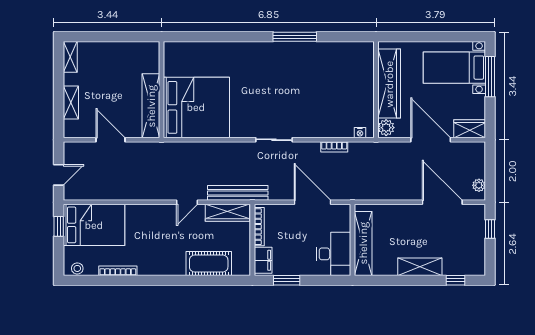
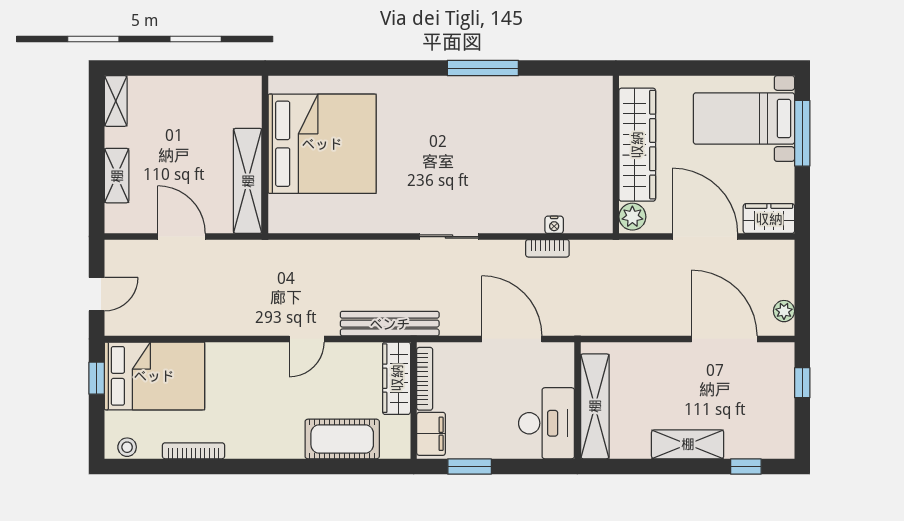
bed: (196, 107) -> (322, 144), moved
nightstand: (360, 133) -> (554, 225), moved
wardrobe: (227, 213) -> (397, 378), moved, turned 90

